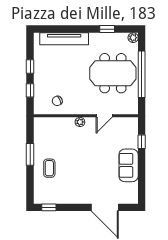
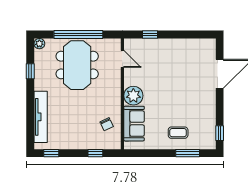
window: (30, 66) -> (51, 153), moved
door: (104, 116) -> (122, 59), moved
plant: (80, 122) -> (133, 96), width x1.88, depth x1.88
window: (30, 154) -> (188, 153), moved
sofa: (129, 165) -> (134, 124), moved, turned -90

